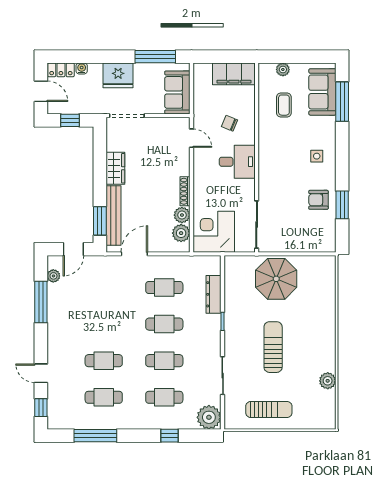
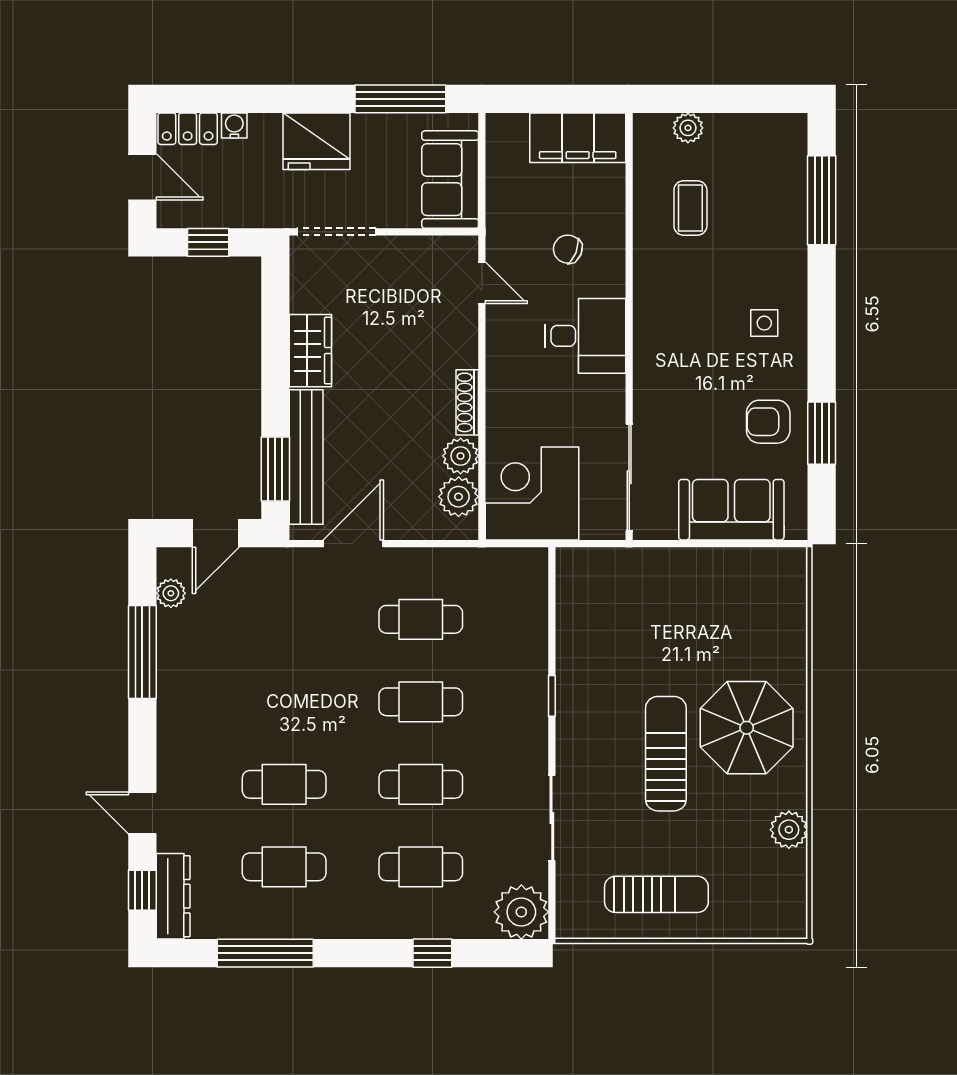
sofa: (322, 92) -> (731, 510), moved, turned 90
parasol: (276, 279) -> (747, 728), moved
dresser: (214, 294) -> (173, 896), moved, turned 180

